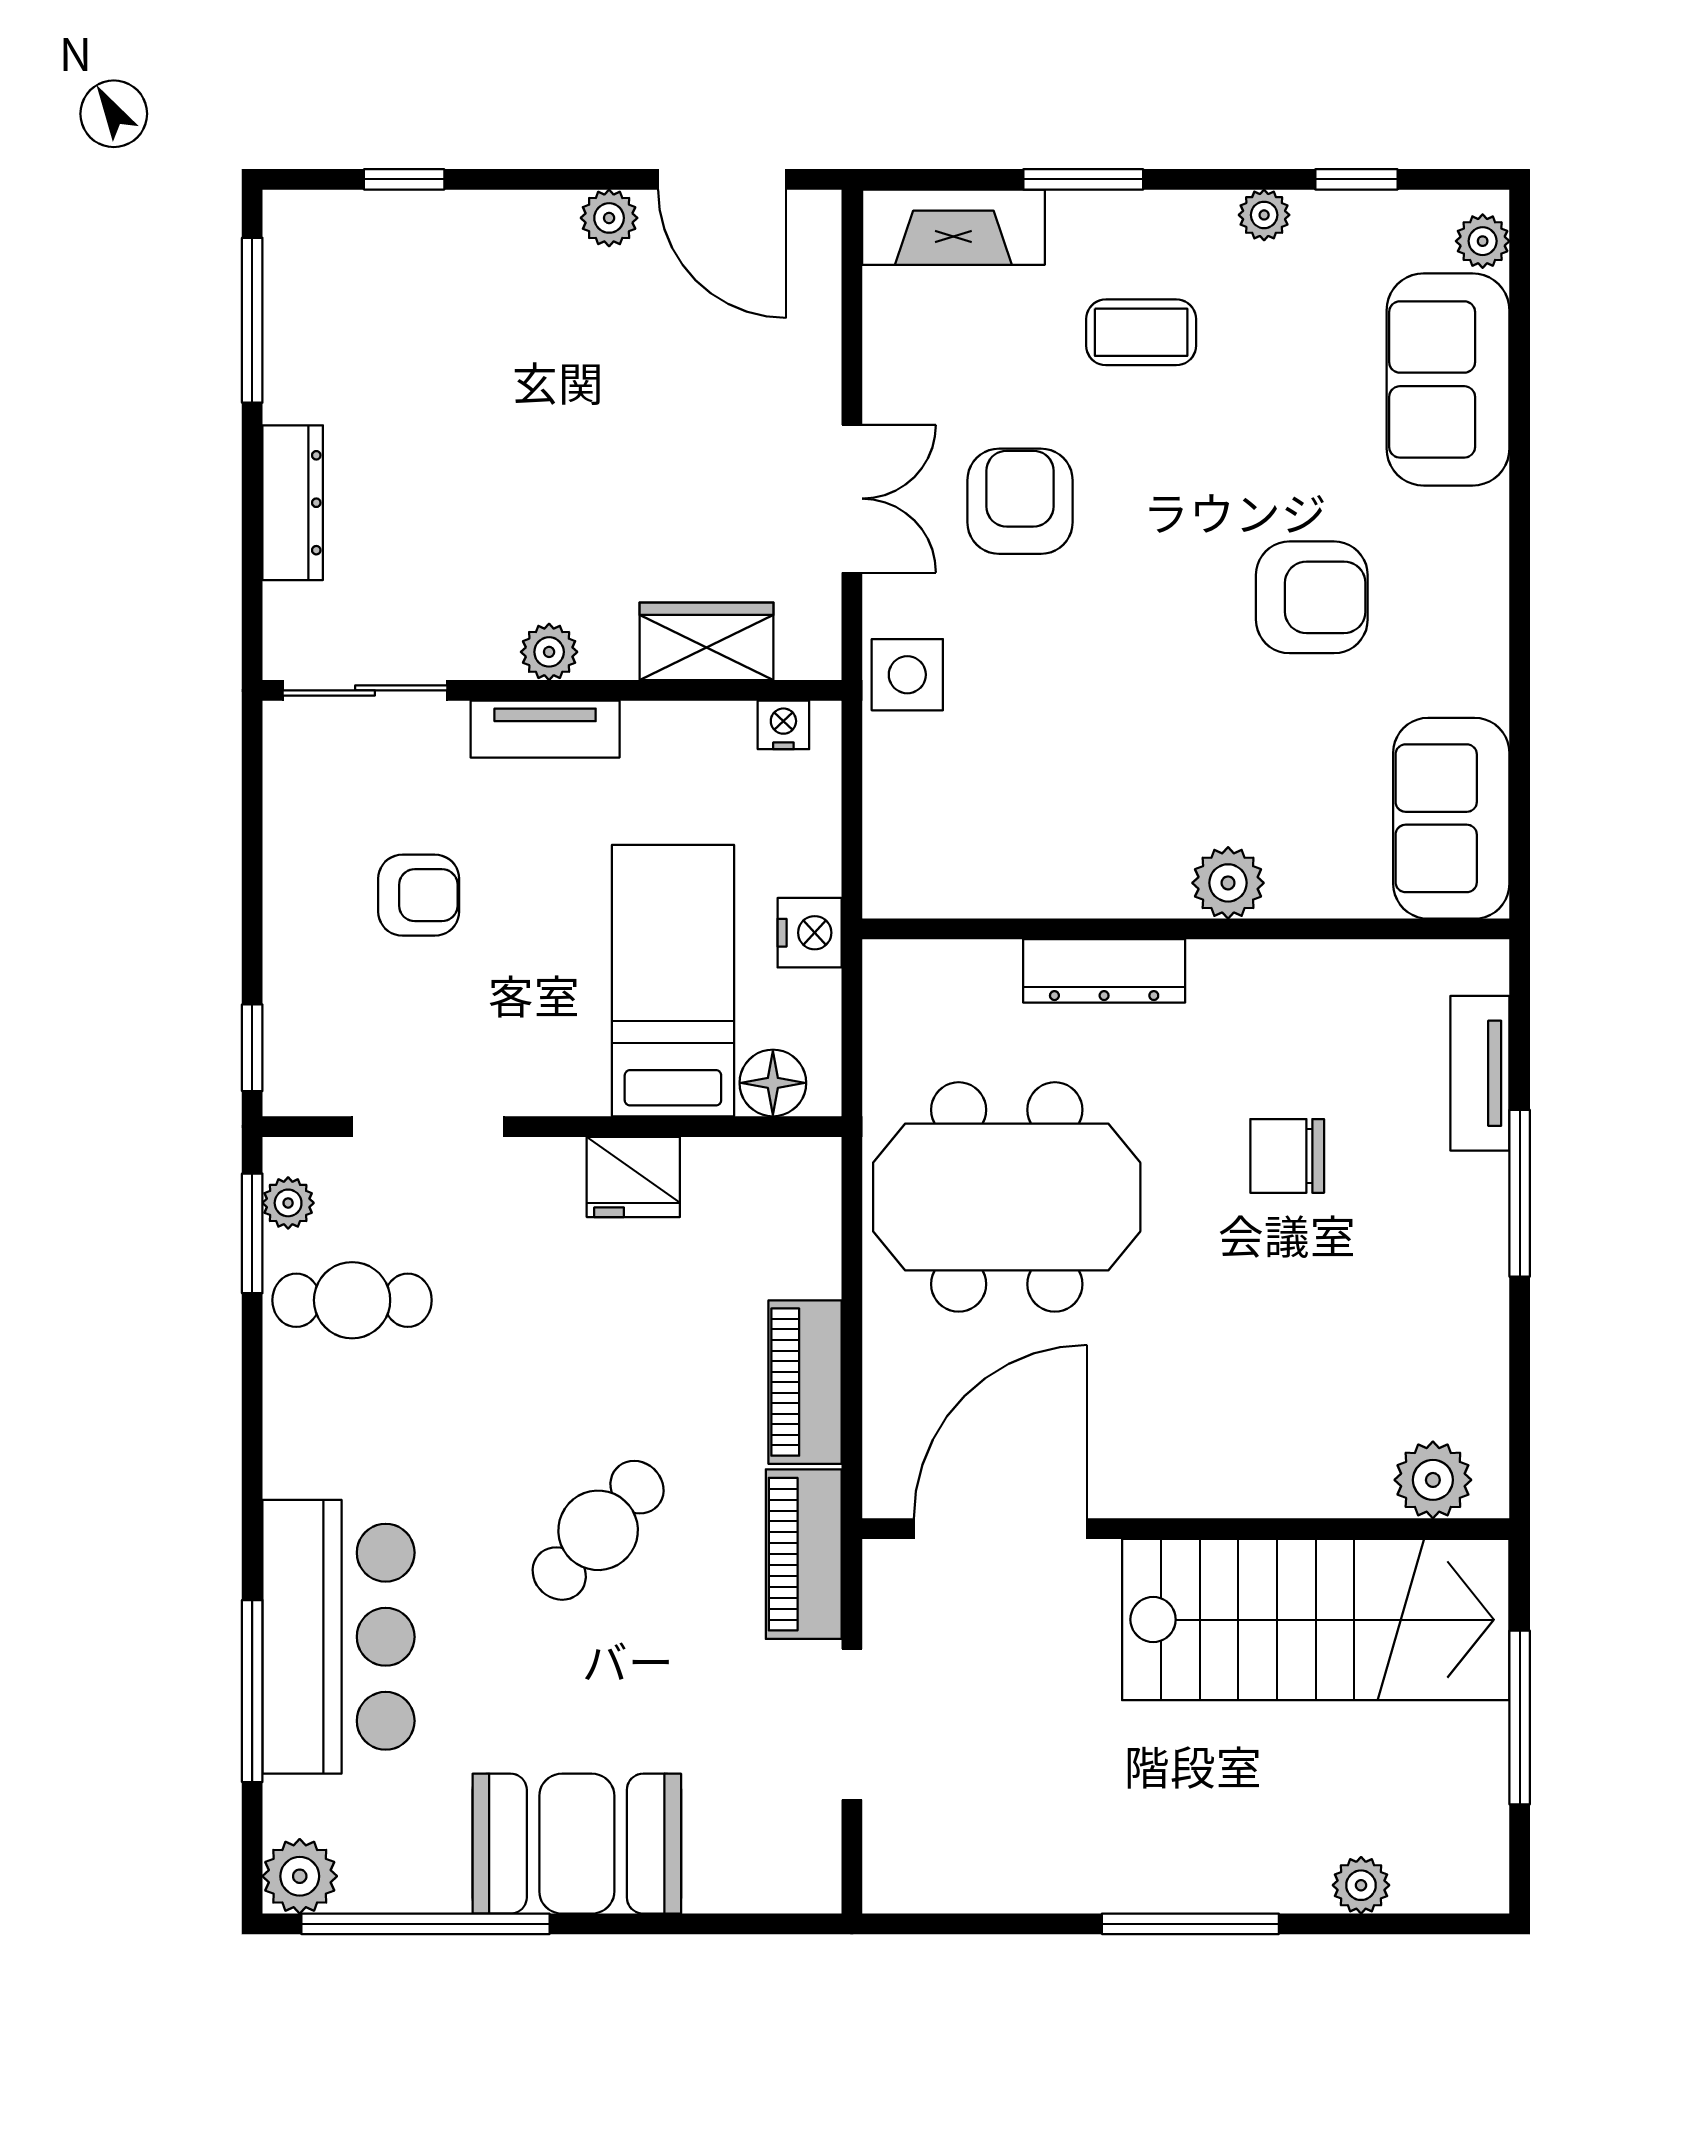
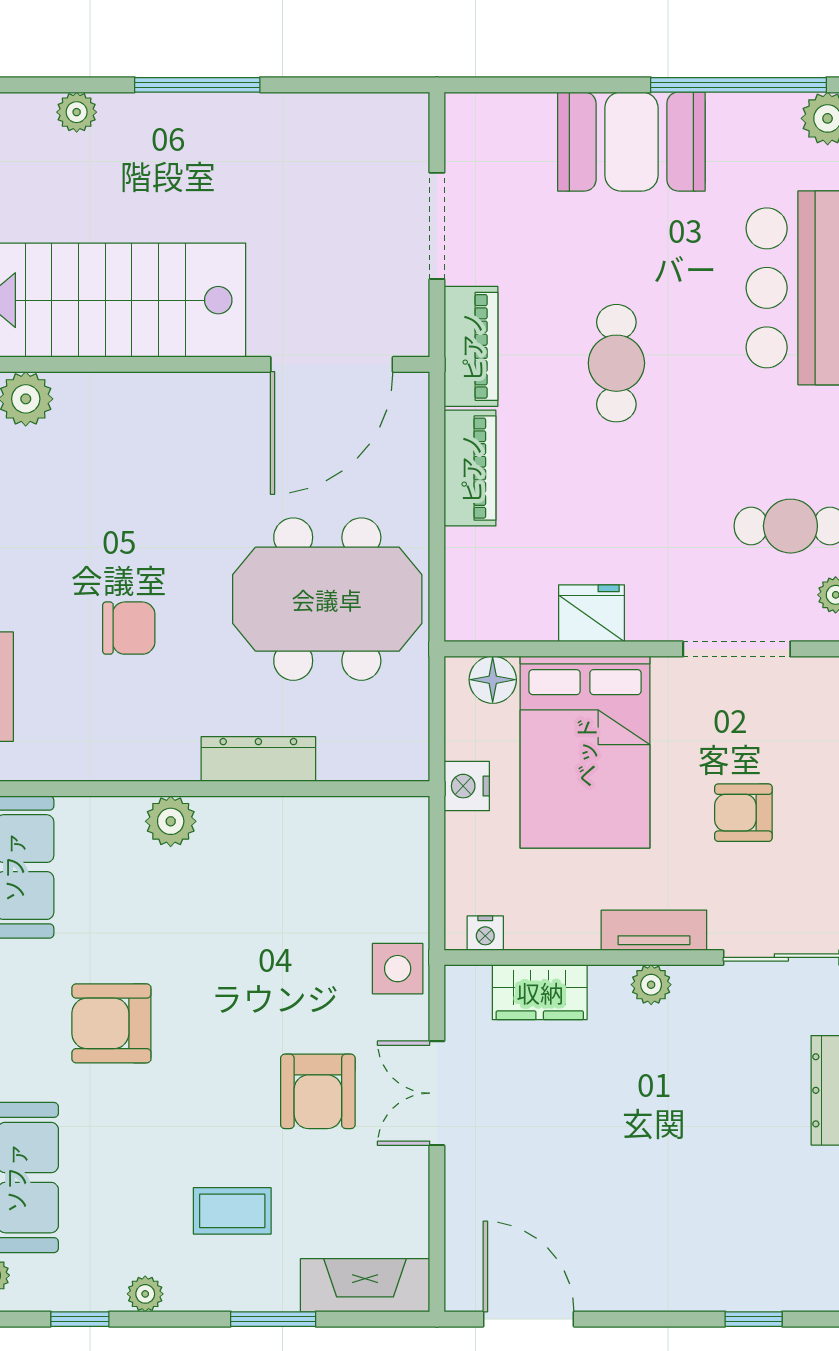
plant: (609, 218) -> (609, 1292), removed
bed: (673, 981) -> (585, 752), width x1.50
cafe table: (598, 1530) -> (616, 363), turned -42

